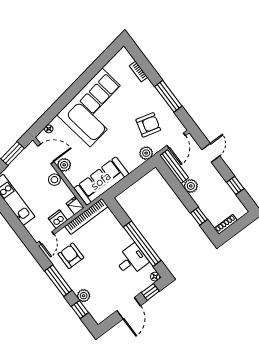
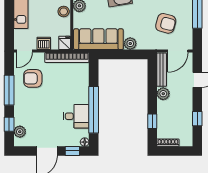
plant: (146, 153) -> (130, 44), moved
armchair: (71, 256) -> (33, 78), turned -90
plant: (84, 296) -> (20, 132), moved

